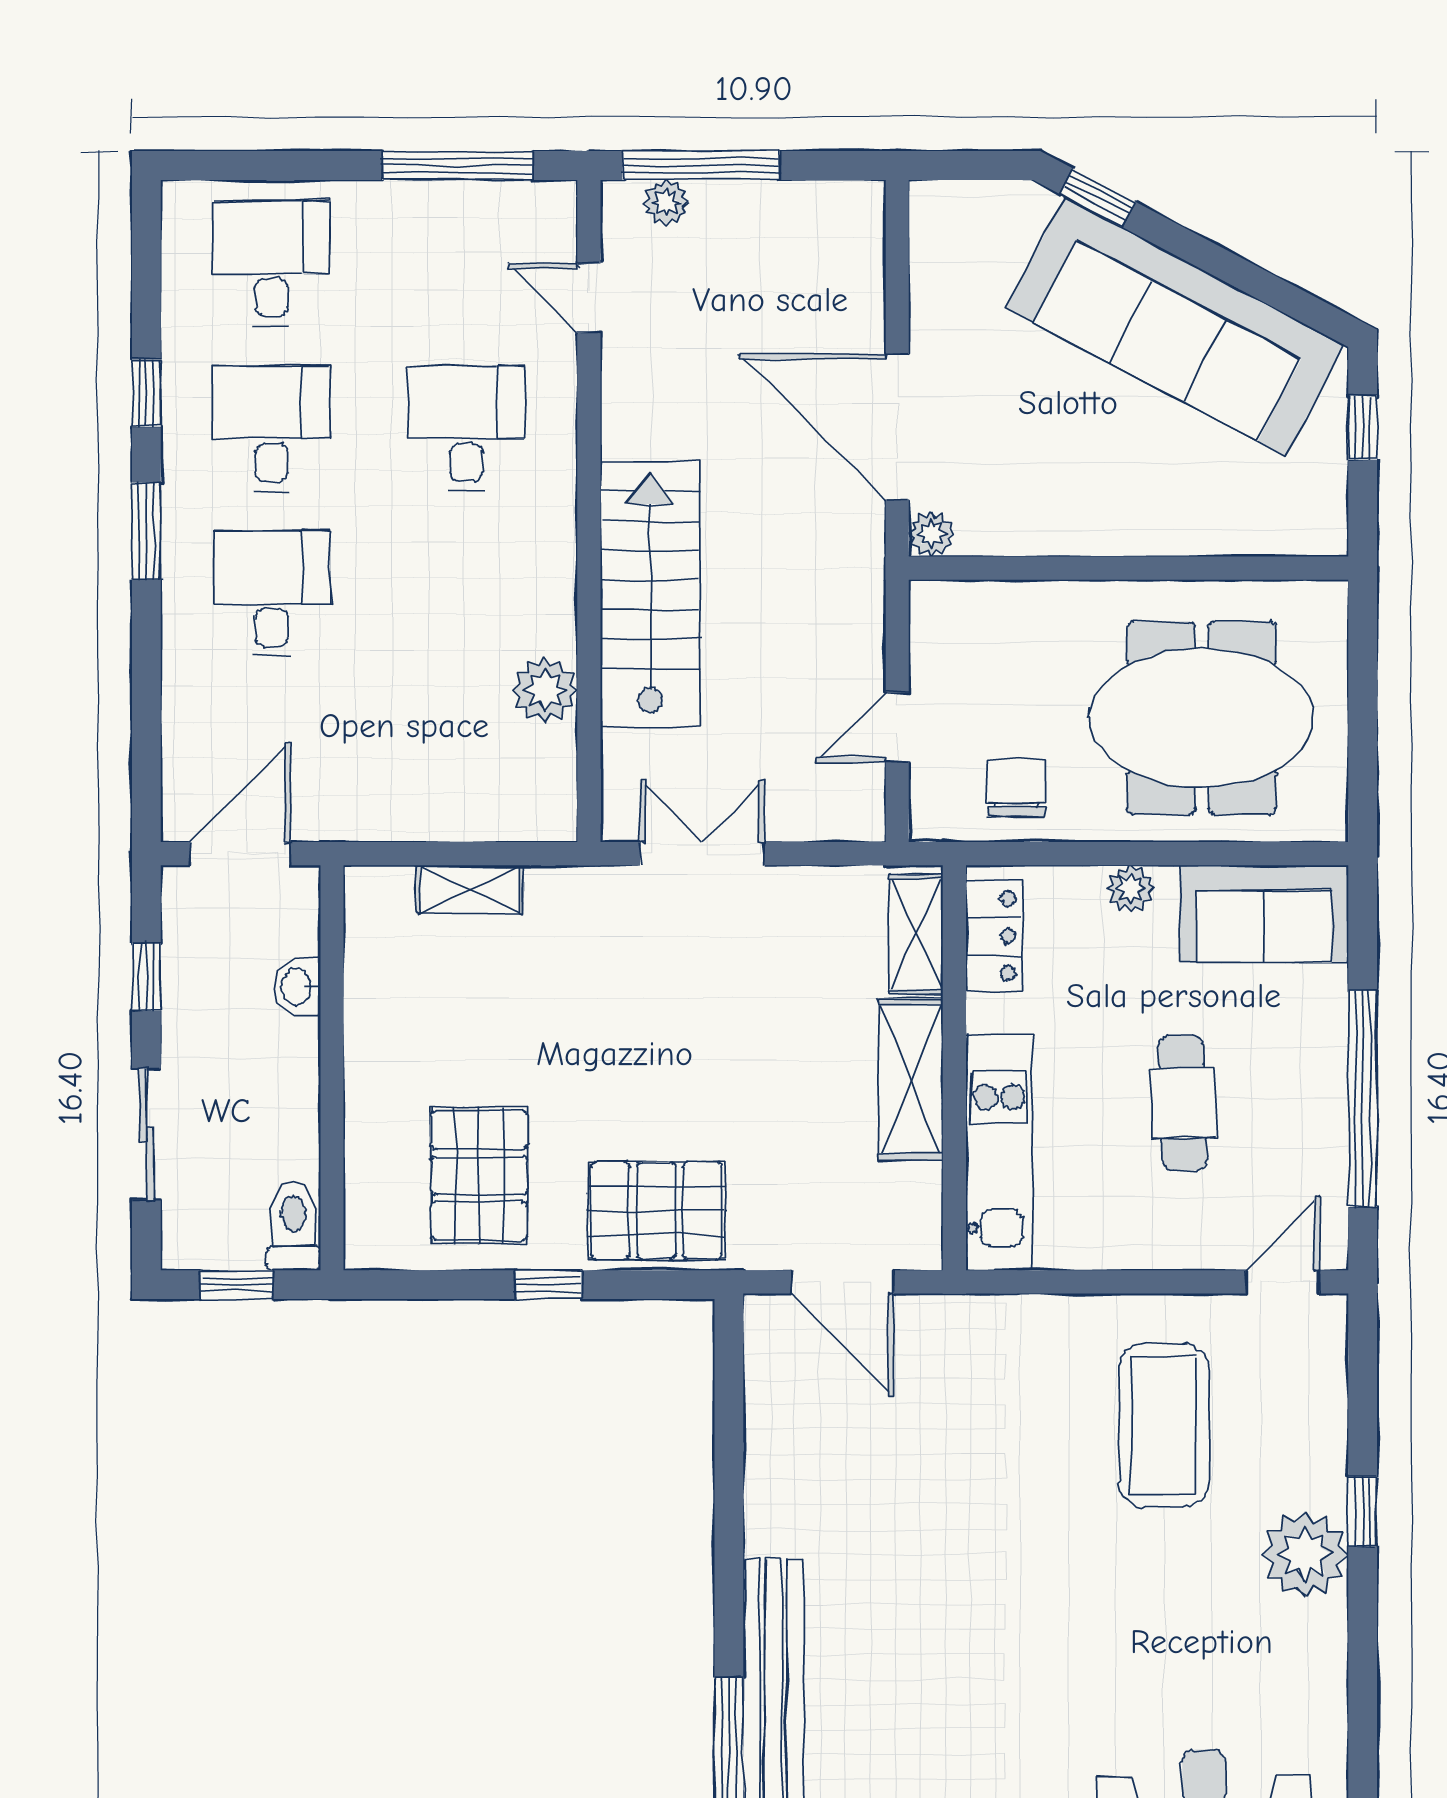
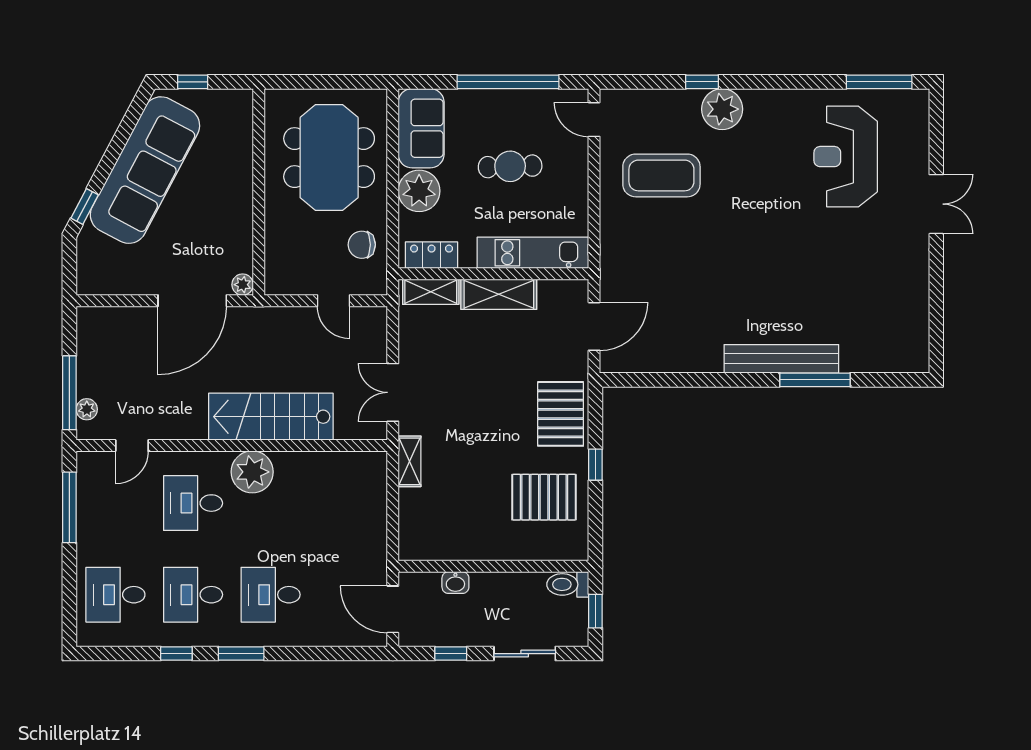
plant: (545, 690) -> (252, 472), moved, width x1.36, depth x1.36
shelving: (470, 889) -> (410, 461), moved
plant: (1131, 889) -> (419, 191), width x1.88, depth x1.88

